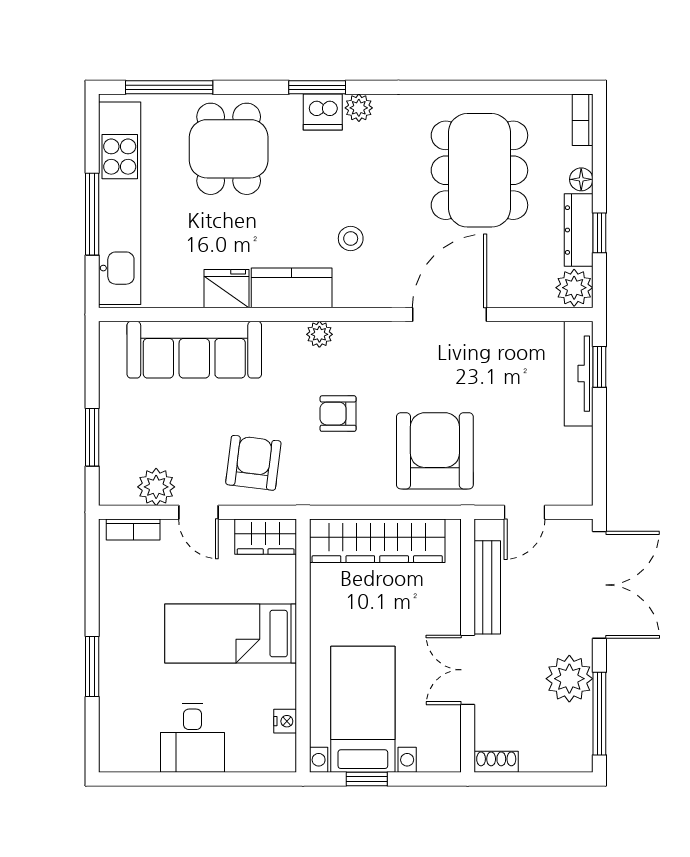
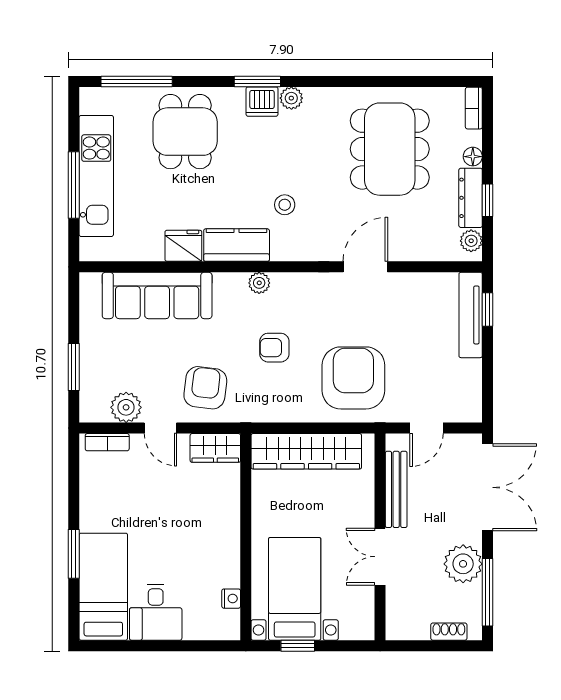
kitchen unit: (120, 203) -> (96, 176), width x0.73
plant: (574, 288) -> (471, 241), width x0.73, depth x0.73
door: (450, 315) -> (365, 267), width x0.73
bed: (231, 634) -> (103, 587), moved, turned 90
shoe rack: (496, 762) -> (449, 632), moved

